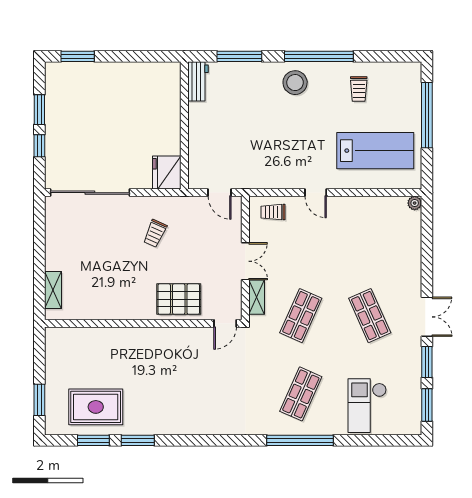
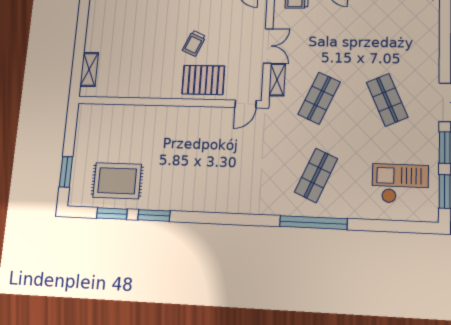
trolley: (155, 233) -> (194, 43), moved
checkout: (367, 406) -> (400, 184), moved, turned 90

